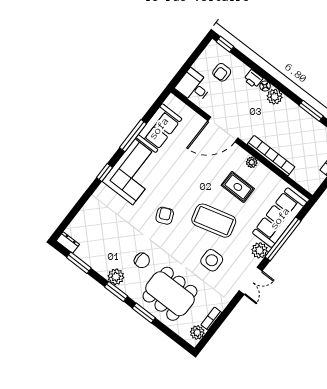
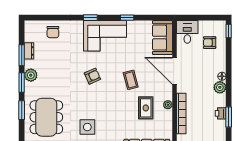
printer: (253, 79) -> (221, 113), moved
sofa: (159, 128) -> (162, 38), moved, turned 90
window: (133, 136) -> (127, 18), width x0.46
coffee table: (214, 221) -> (131, 80), moved, width x0.54, depth x0.58
dresser: (68, 243) -> (29, 51), moved
chair: (142, 260) -> (53, 32), moved
window: (79, 263) -> (22, 55), moved

